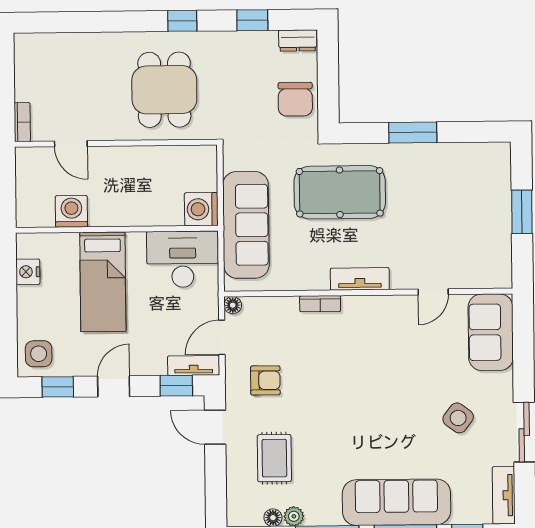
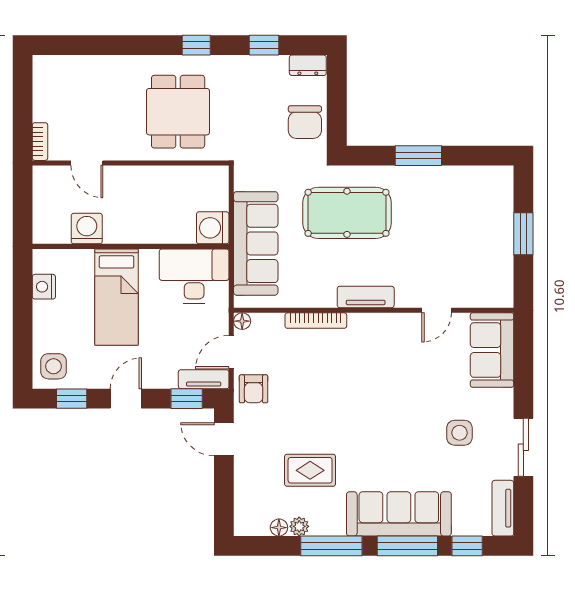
bookcase: (320, 304) -> (316, 321), width x1.56
armchair: (265, 380) -> (254, 389), moved, turned 90
side table: (458, 418) -> (459, 433), turned -37
rug: (274, 458) -> (310, 470), moved, turned 90

